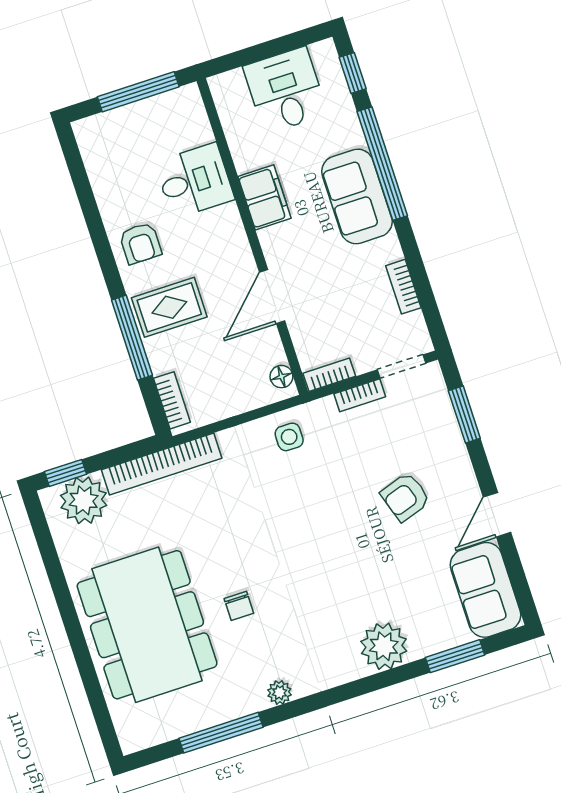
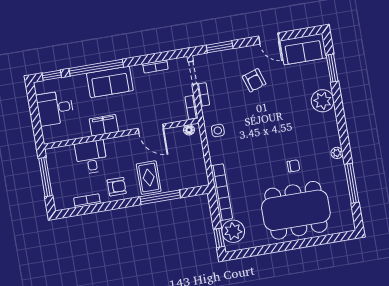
bookcase: (172, 400) -> (87, 201), moved

